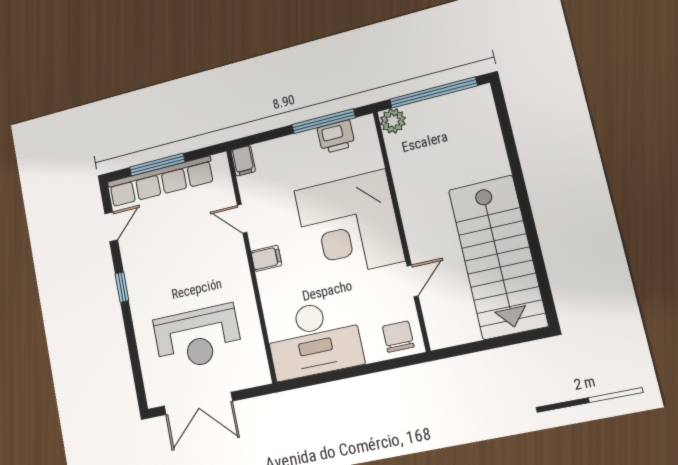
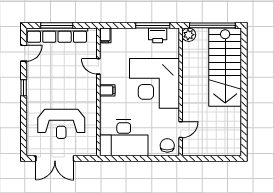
stairs: (498, 257) -> (225, 67), moved
door: (413, 281) -> (181, 130), moved

